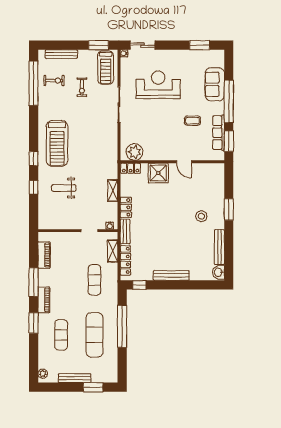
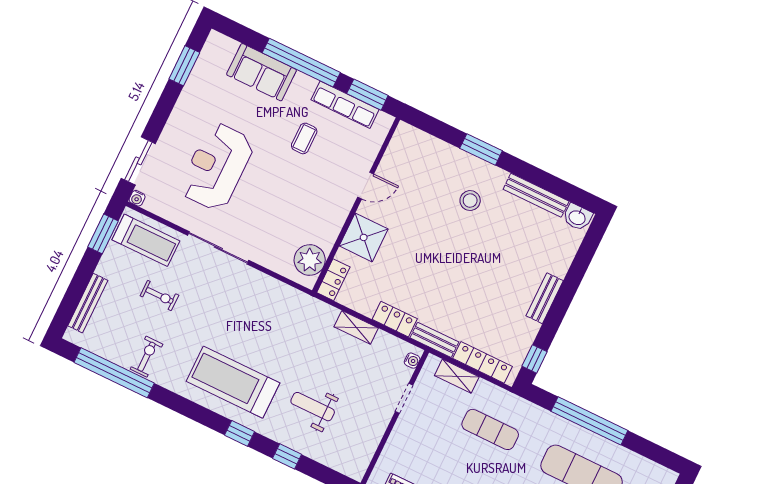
exercise bike: (54, 81) -> (146, 357), moved
treadmill: (57, 143) -> (233, 382), turned 180
weight bench: (64, 188) -> (313, 407), turned 90
bench: (171, 276) -> (545, 298), width x0.73

